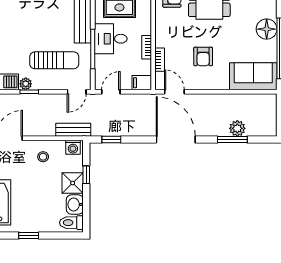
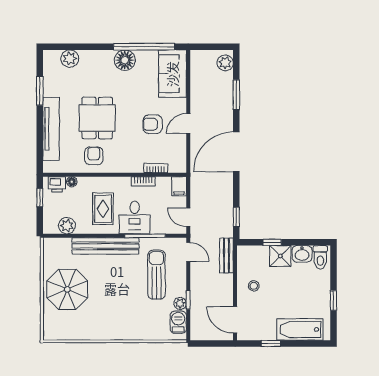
armchair: (203, 56) -> (153, 124), turned 180
door: (174, 92) -> (188, 124), moved
plant: (237, 128) -> (225, 63), moved
washing machine: (73, 147) -> (244, 256), removed

